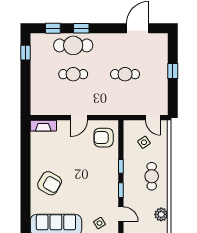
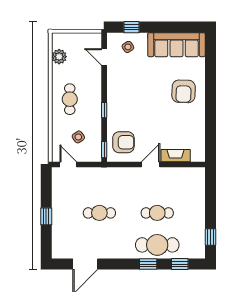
fireplace: (43, 126) -> (176, 156), moved
armchair: (50, 183) -> (184, 91), turned -118
window: (121, 190) -> (104, 150), moved

